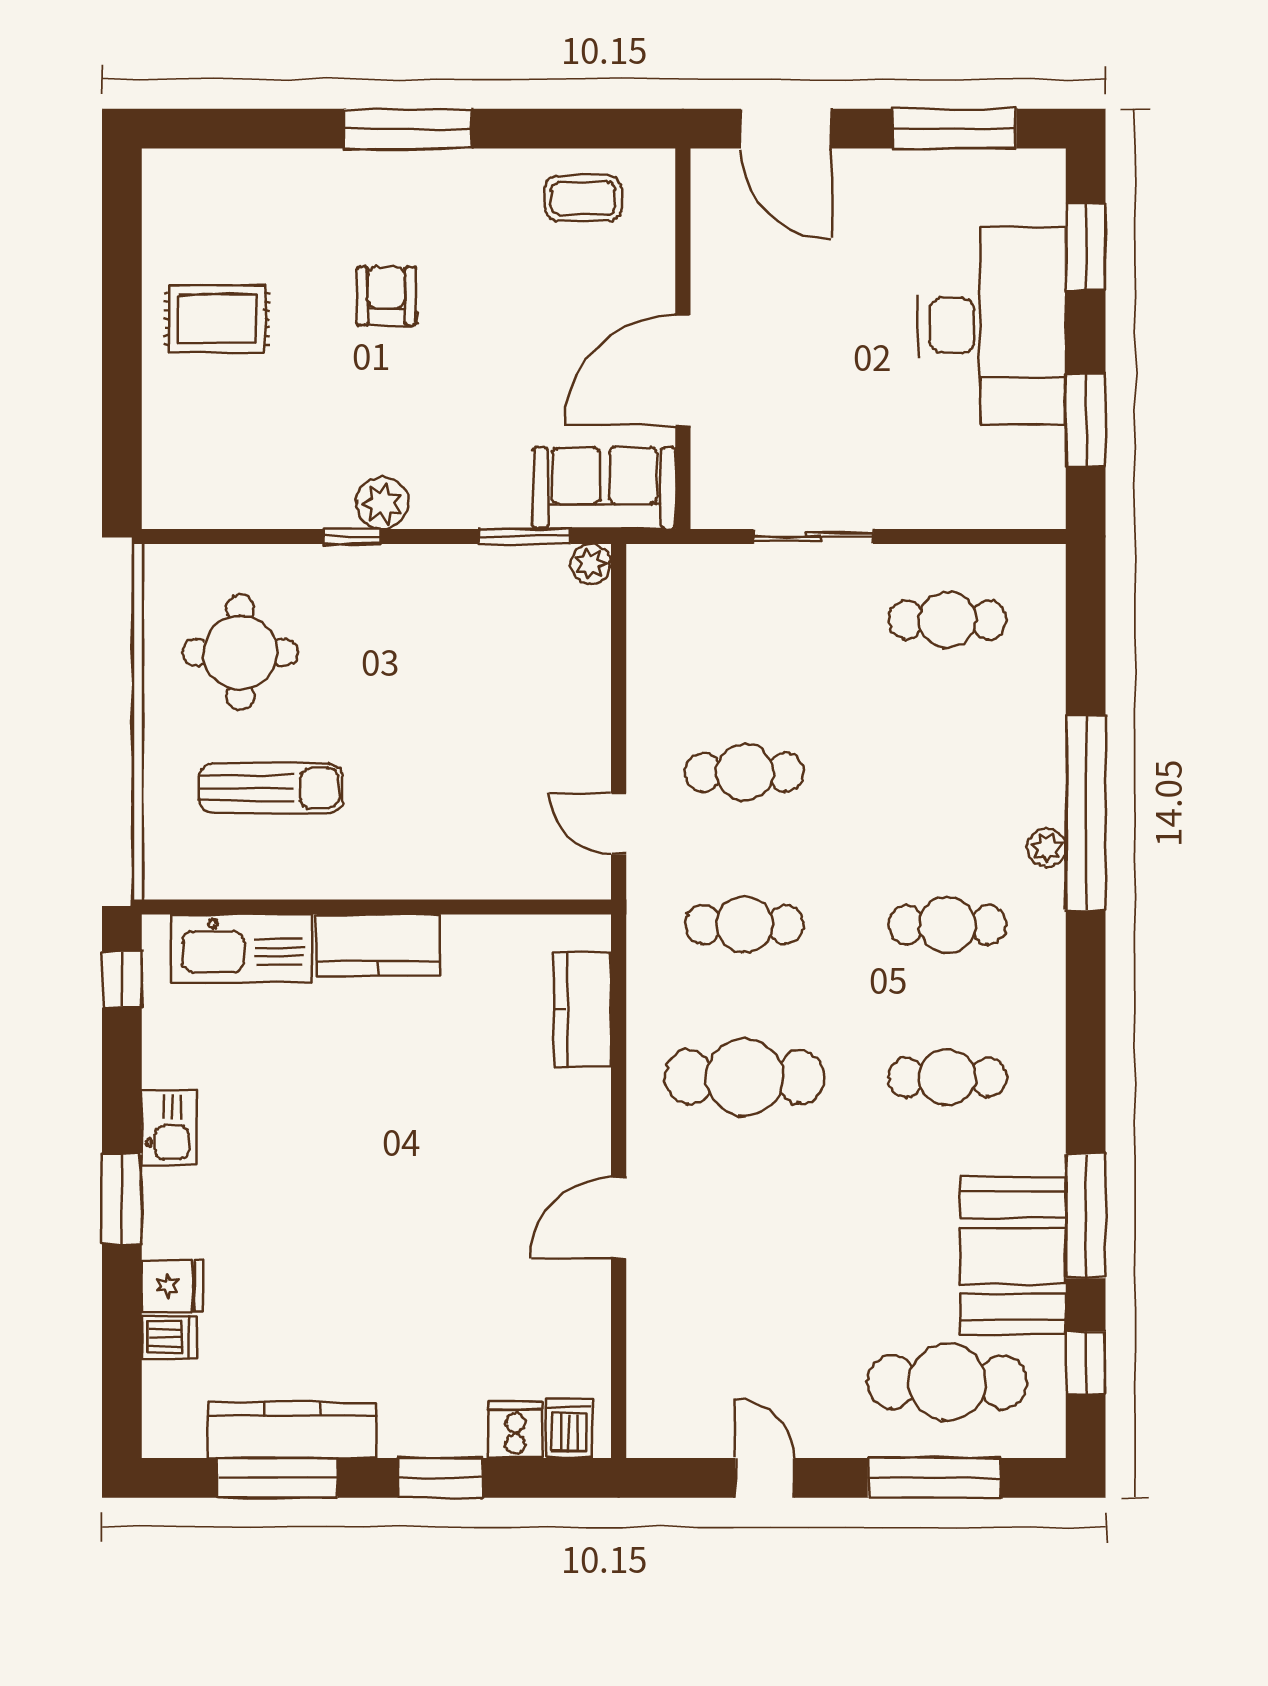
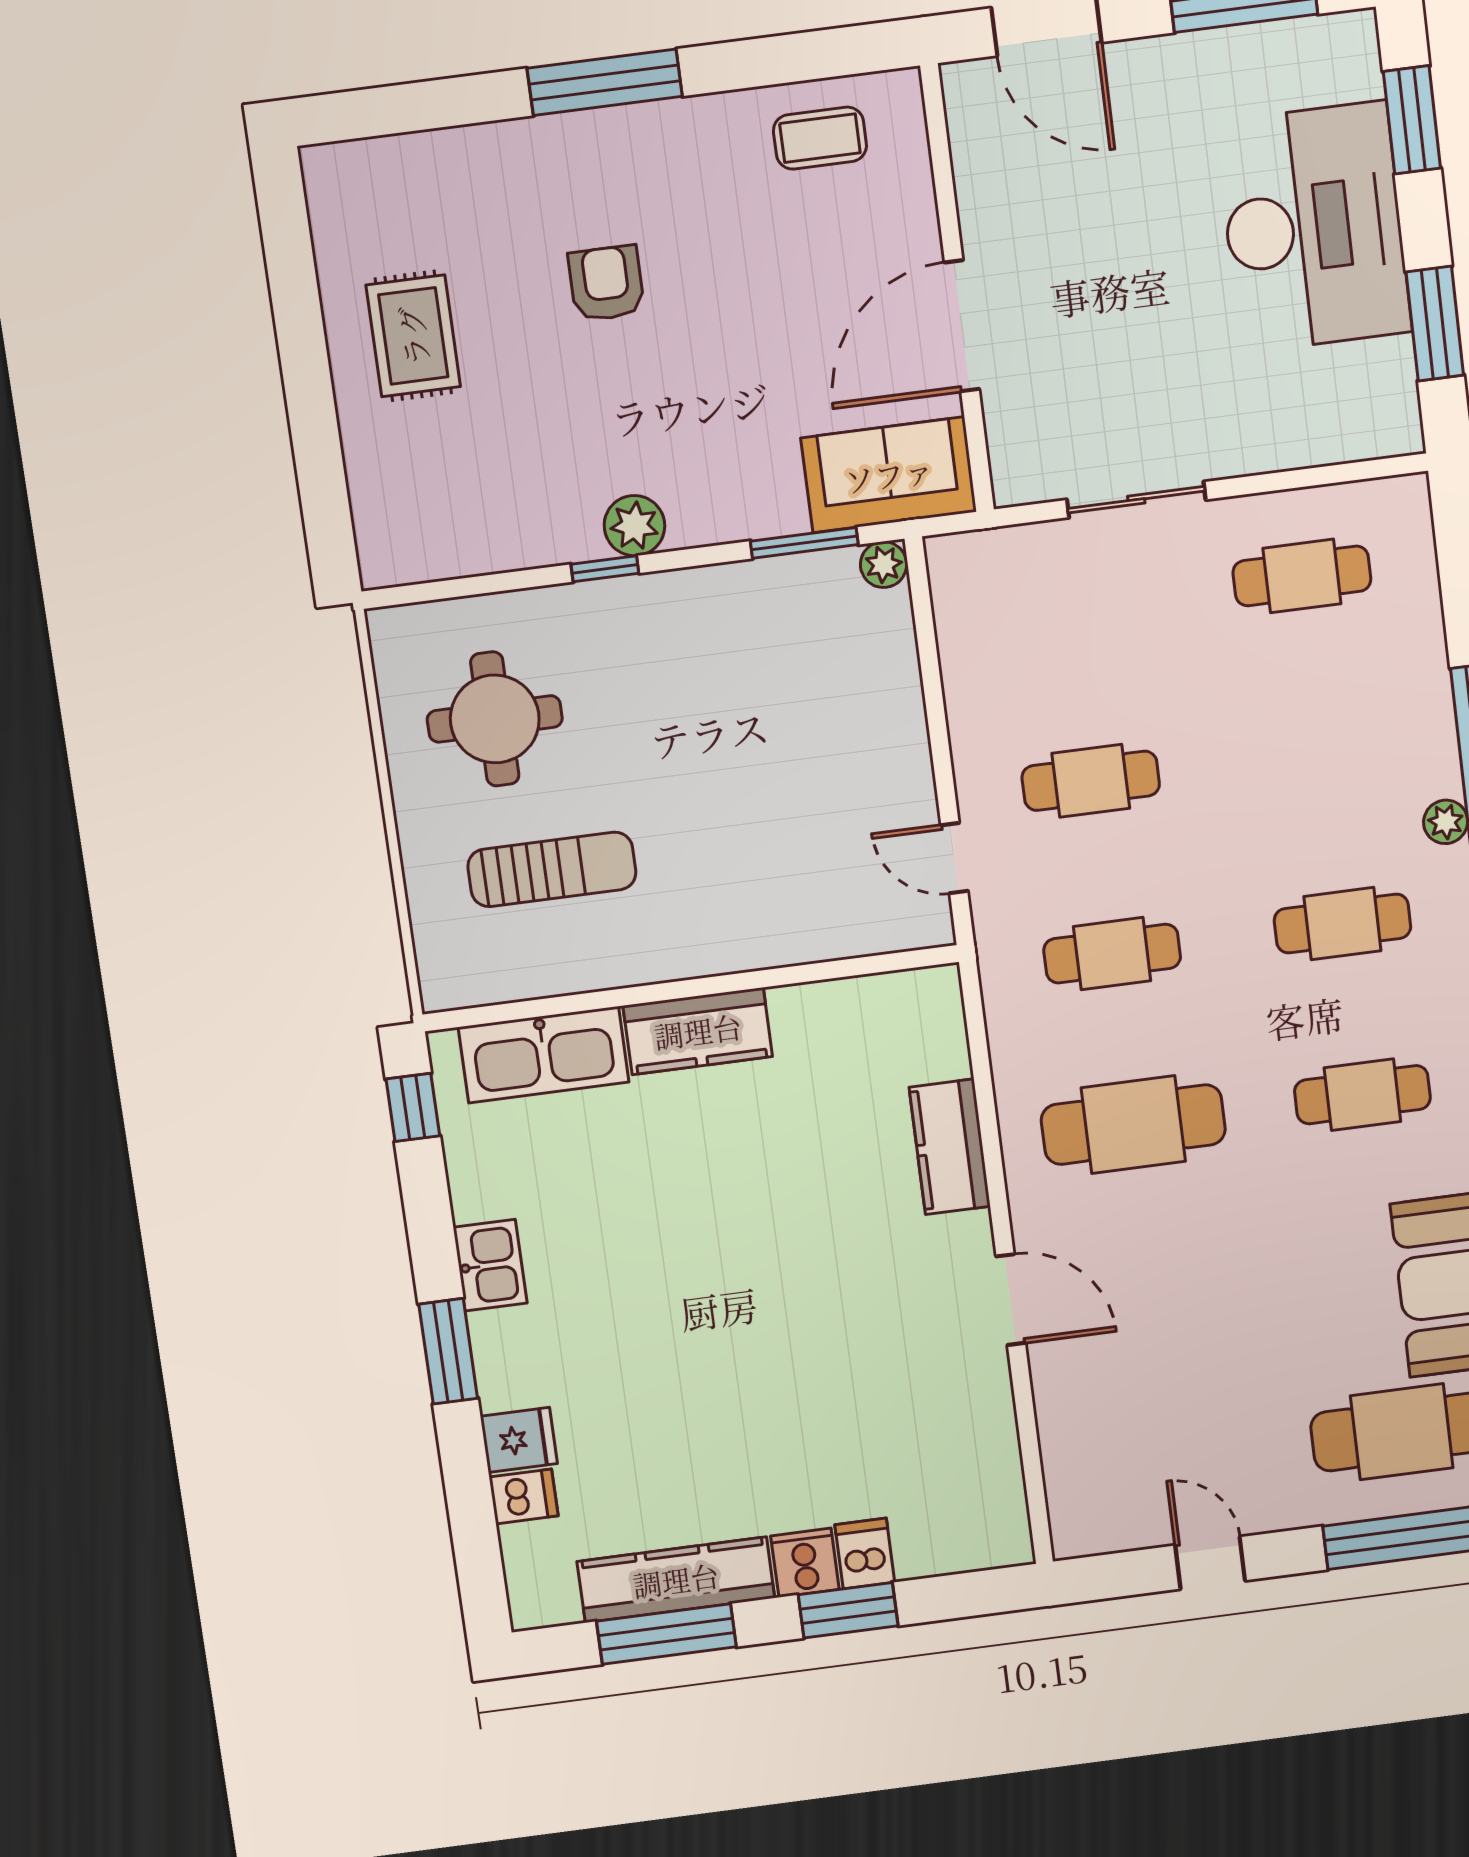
rug: (217, 319) -> (413, 336), turned 90
kitchen counter: (583, 1010) -> (950, 1147), moved
door: (619, 1218) -> (1011, 1300), swing flipped
dishwasher: (569, 1429) -> (865, 1553), moved
cooker: (515, 1430) -> (805, 1563), moved

